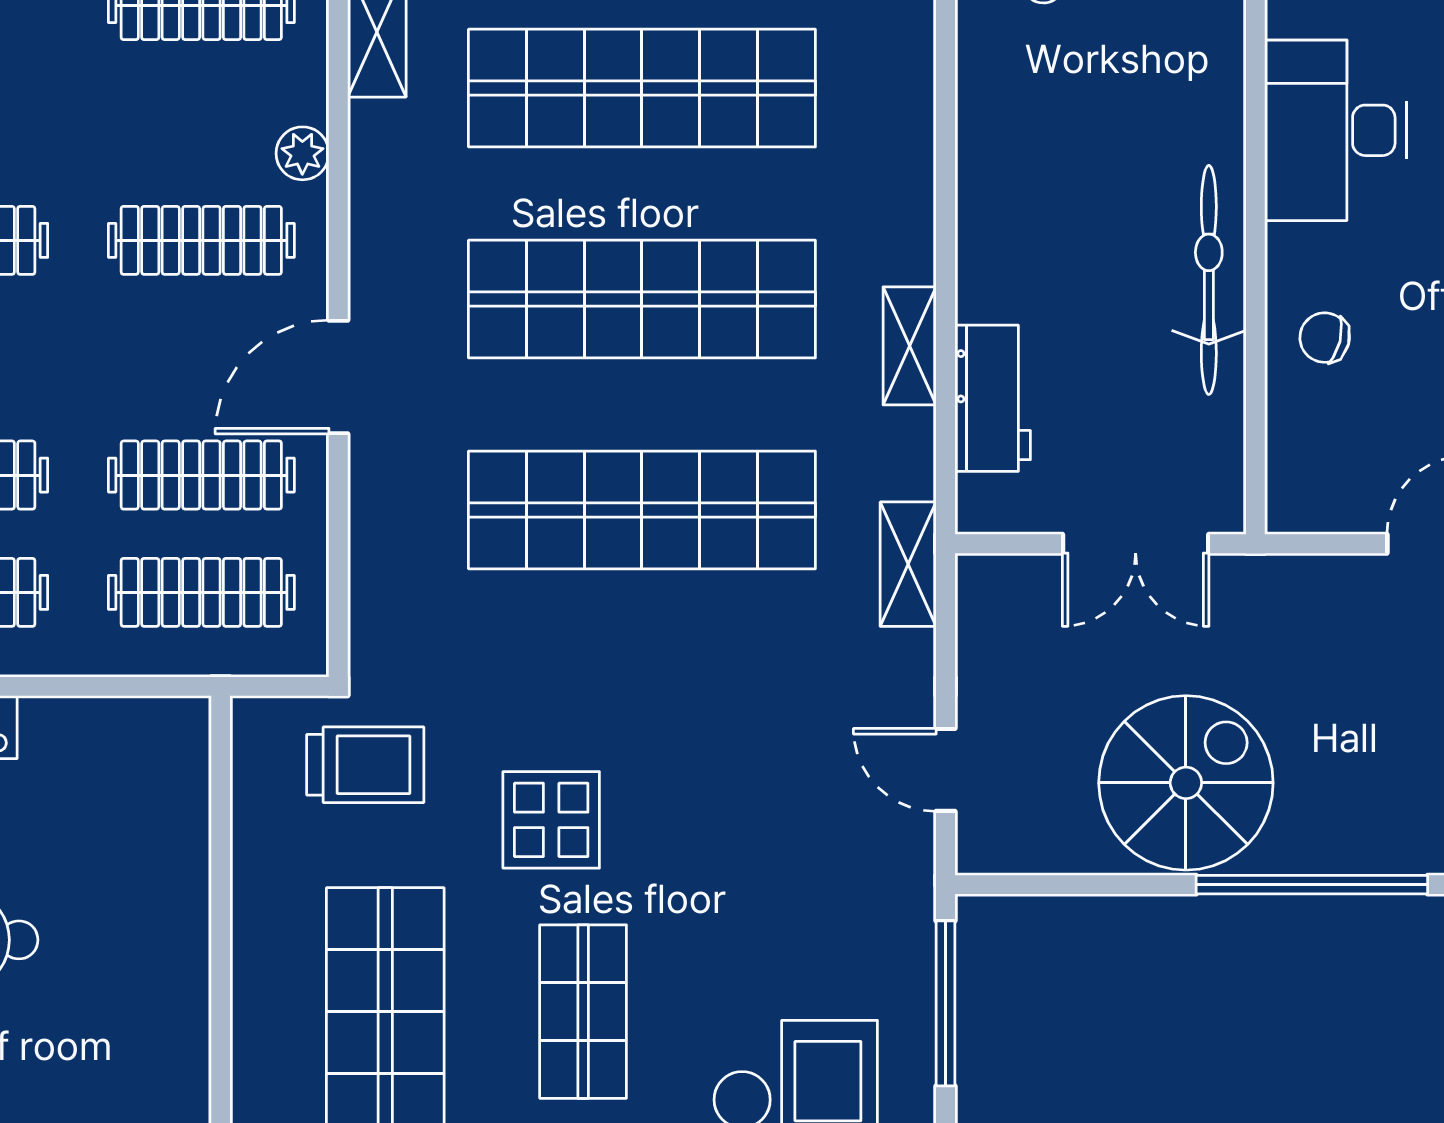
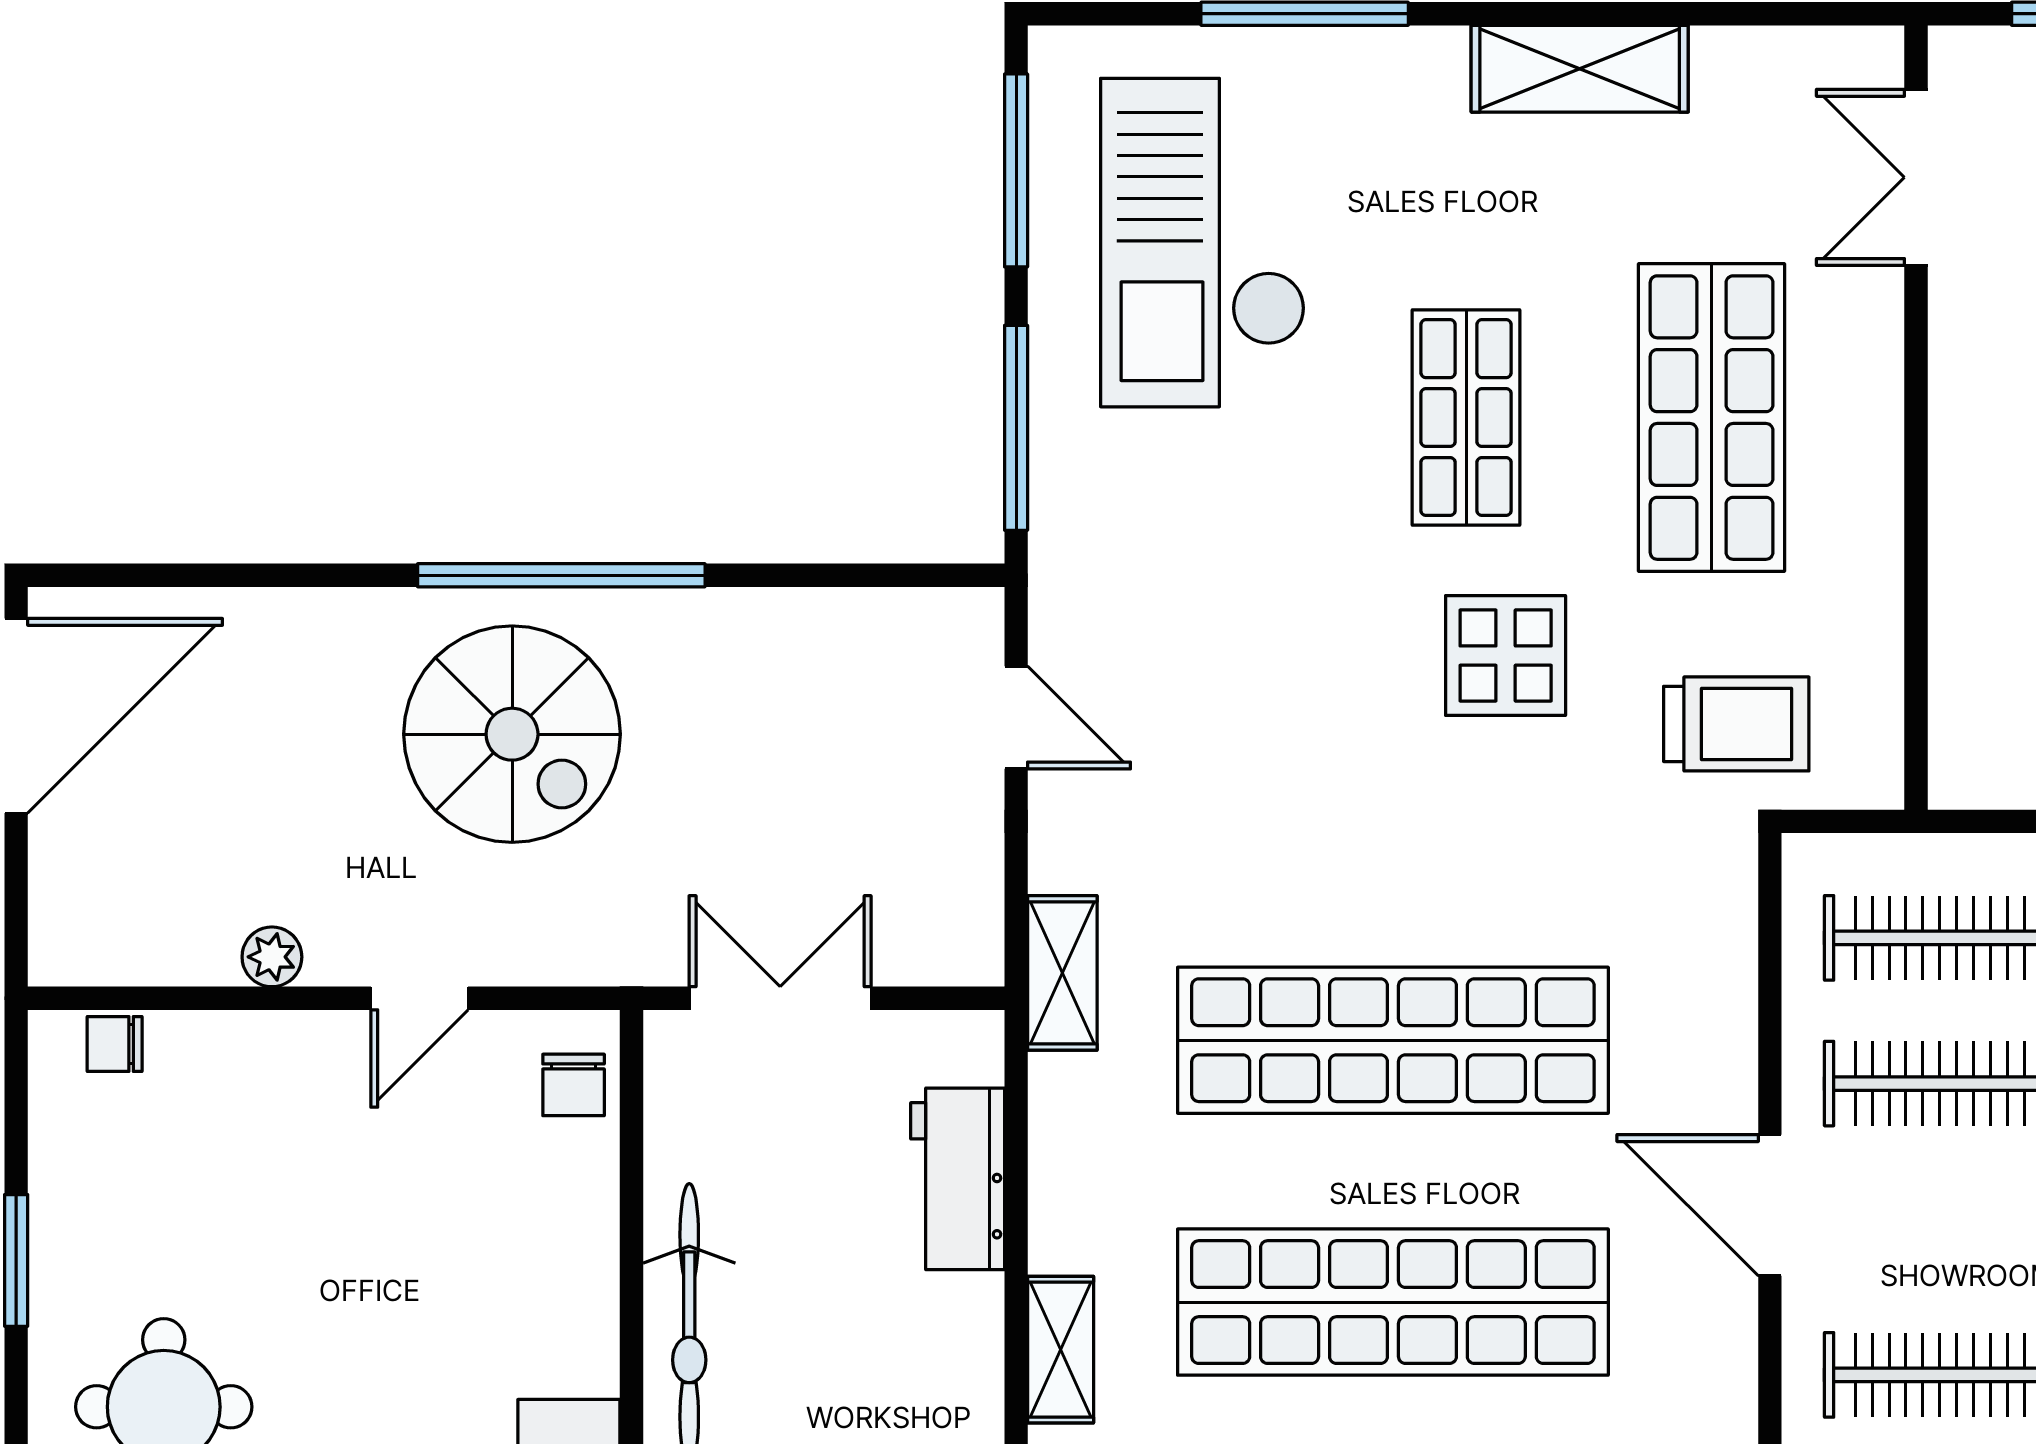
chair: (1325, 338) -> (574, 1085), moved, turned 76
shelving: (910, 346) -> (1061, 1350), moved
door: (338, 377) -> (1770, 1205), swing flipped
trolley: (365, 765) -> (1736, 724), turned 180
spiral stairs: (1186, 783) -> (512, 734), moved, turned -90

